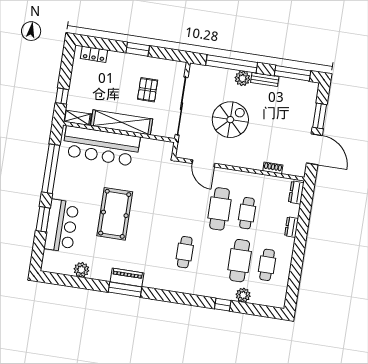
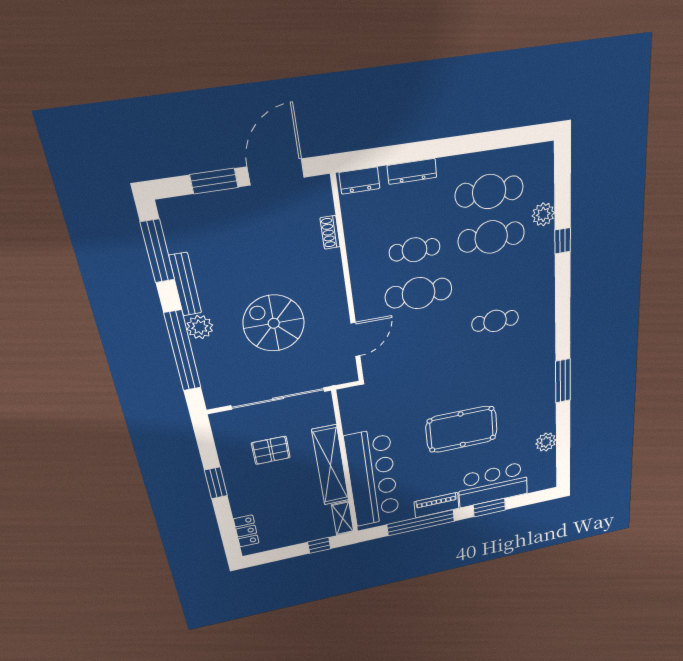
bench: (265, 79) -> (185, 284), width x1.36
dresser: (292, 227) -> (412, 171), width x1.44
cafe table: (267, 265) -> (489, 192), width x1.37, depth x1.35
piano: (127, 277) -> (437, 505), moved, turned 90

